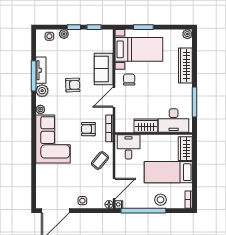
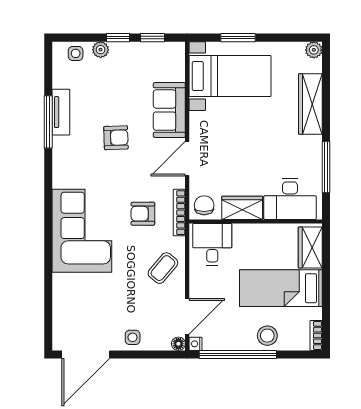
chair: (129, 80) -> (204, 205), moved
plant: (42, 91) -> (63, 147), removed
plant: (40, 109) -> (60, 180), removed

